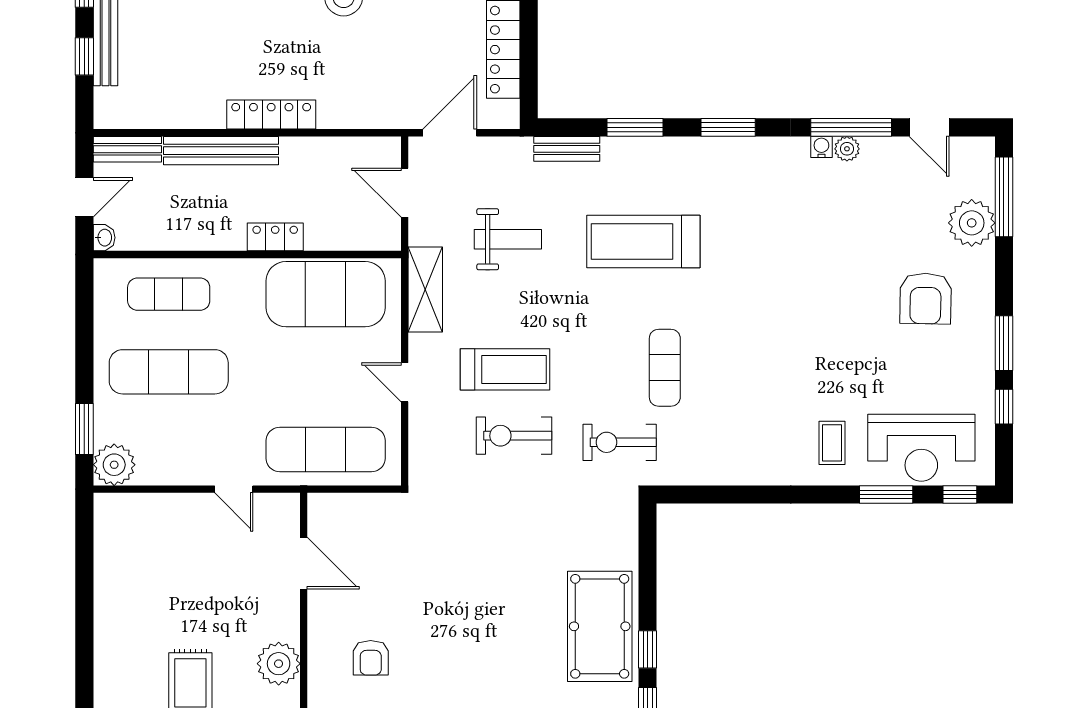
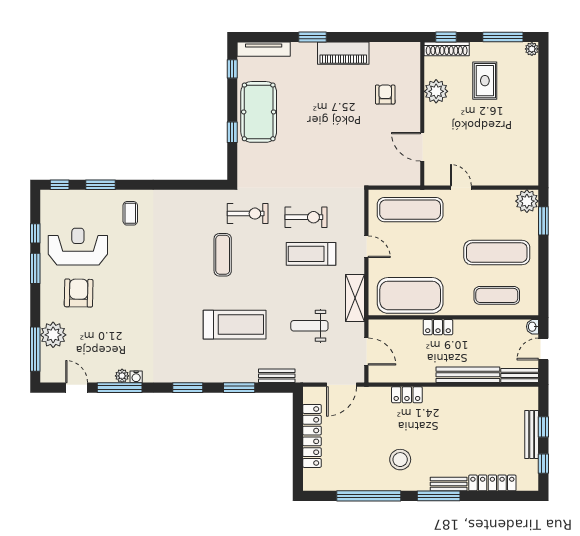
locker: (271, 114) -> (407, 395), moved, width x0.66
reception desk: (921, 448) -> (78, 247), moved
window: (648, 649) -> (232, 132), moved

